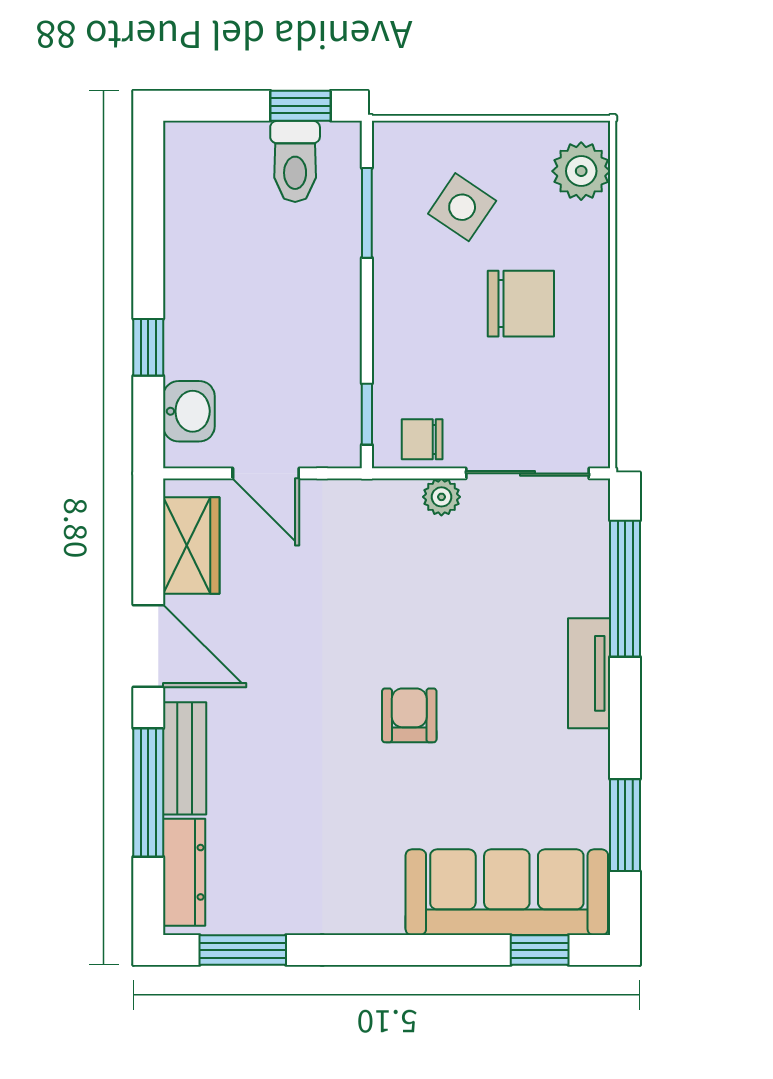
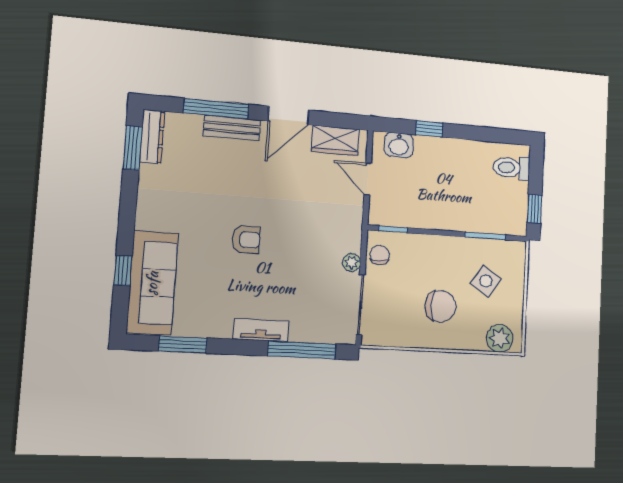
toilet: (295, 161) -> (512, 168), moved
chair: (521, 304) -> (440, 306), turned -90
door: (266, 473) -> (368, 179), hinge flipped
dresser: (184, 872) -> (152, 137), moved, turned -90
window: (540, 950) -> (123, 271), moved

